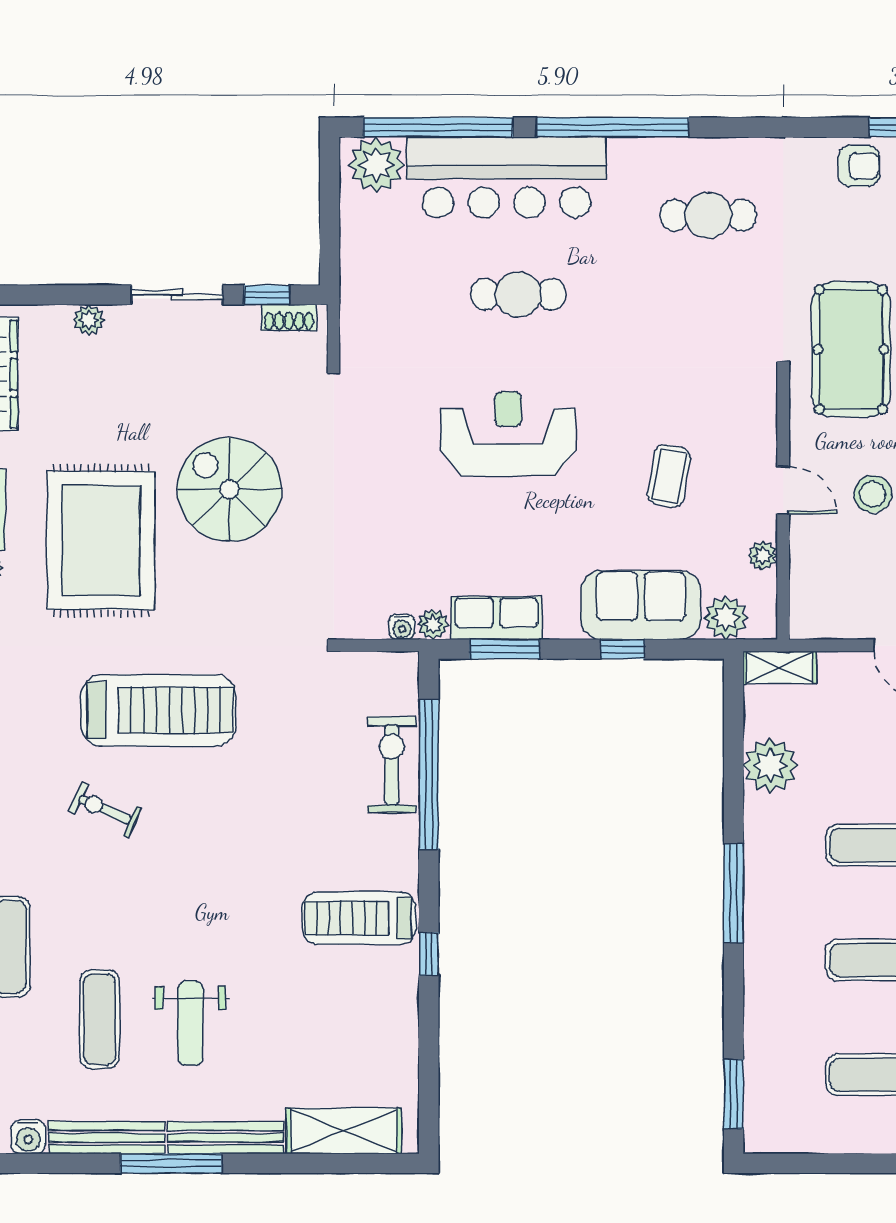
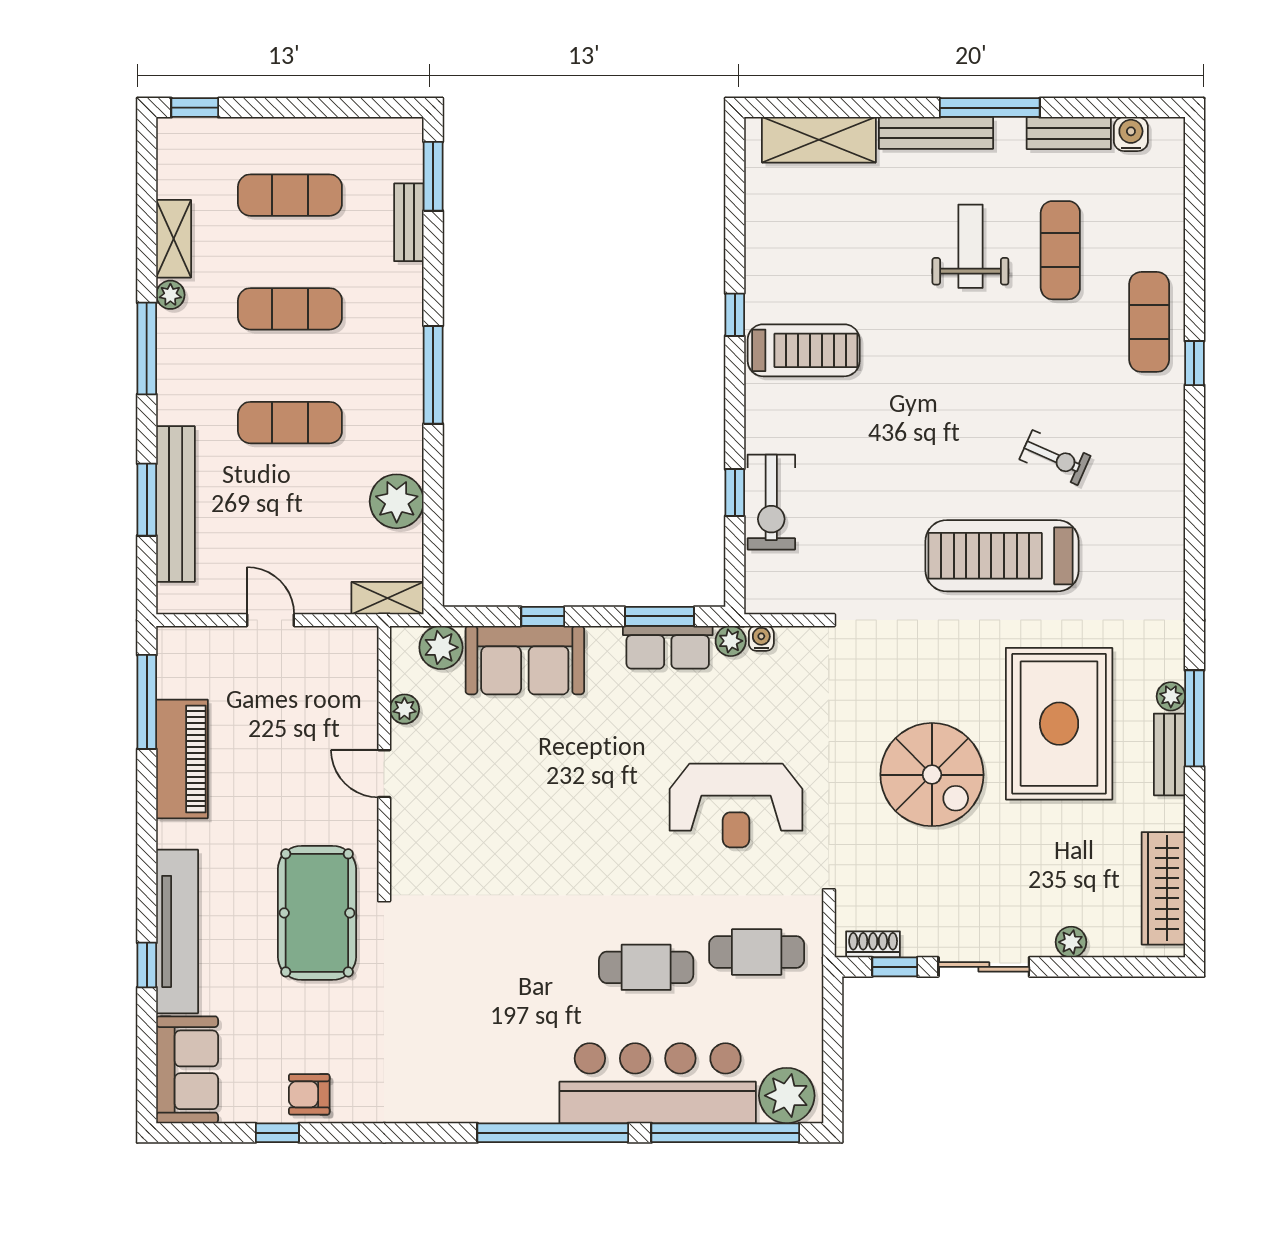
cafe table: (708, 215) -> (757, 952), moved
reception desk: (508, 434) -> (736, 806), moved
coffee table: (669, 476) -> (497, 788), removed
stool: (873, 494) -> (295, 770), removed
window: (429, 774) -> (735, 493), width x0.32
bench: (758, 1047) -> (409, 222), added
bench: (107, 1138) -> (1069, 133), width x0.73

